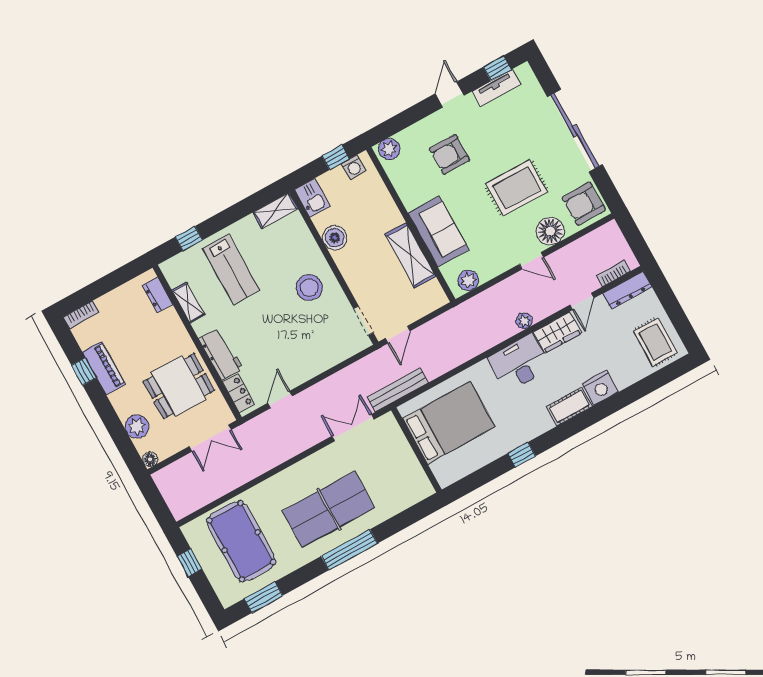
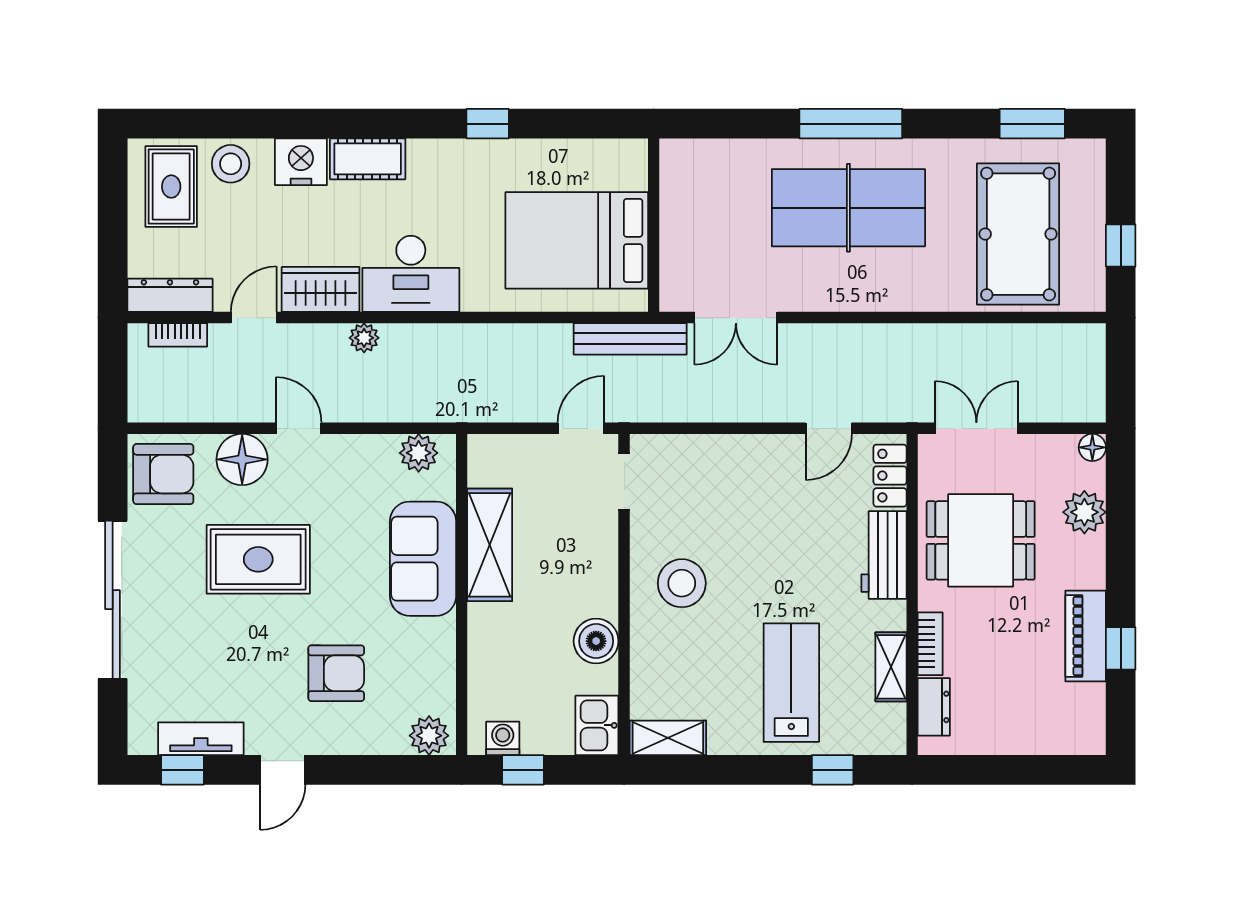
bookcase: (81, 315) -> (930, 644), moved, turned 90
stool: (633, 368) -> (231, 164), added

